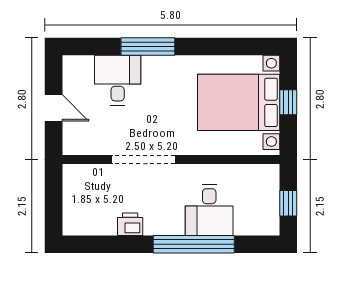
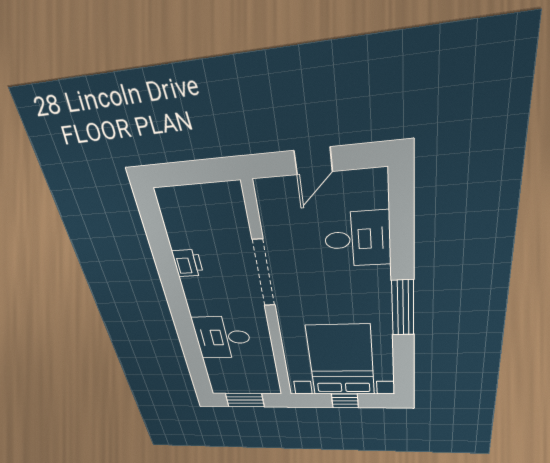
window: (148, 46) -> (403, 308), moved
window: (288, 203) -> (245, 400), width x1.50
window: (194, 244) -> (184, 325), removed

